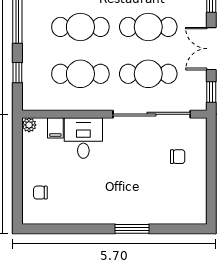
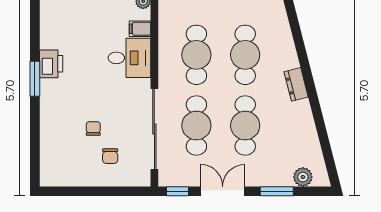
chair: (40, 193) -> (93, 128), moved
printer: (89, 213) -> (51, 64), added
window: (132, 229) -> (35, 79), moved

